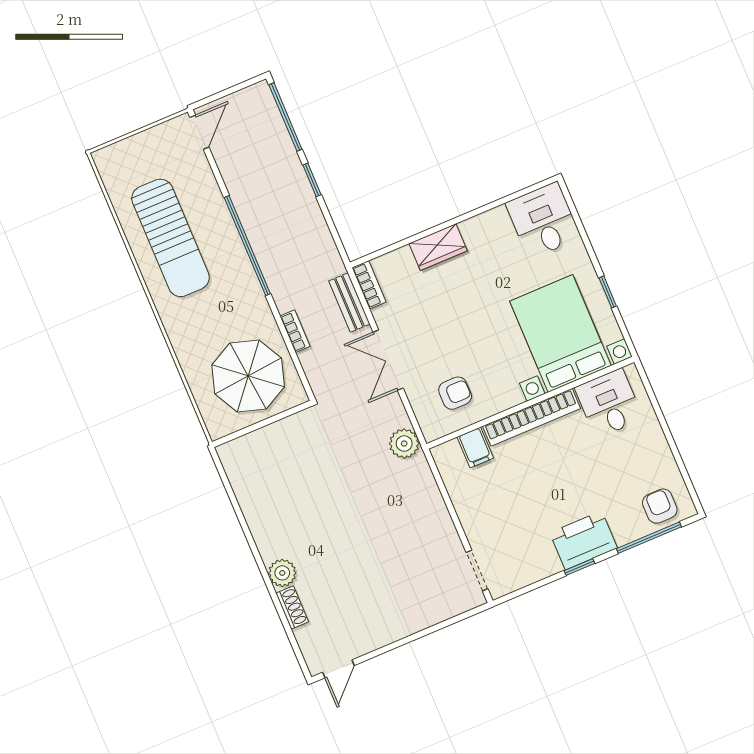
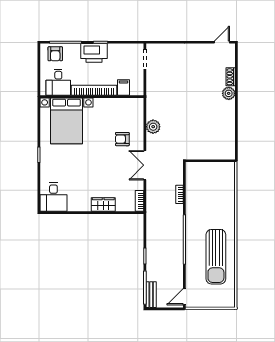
sun lounger: (171, 238) -> (216, 257), turned 180
bench: (349, 303) -> (151, 295), moved
bed with nightstands: (560, 333) -> (67, 121), moved
double door: (388, 360) -> (145, 165), swing flipped
parasol: (248, 376) -> (208, 184), removed
wall: (530, 403) -> (92, 97), moved
desk: (609, 403) -> (58, 82), moved
bookcase: (532, 417) -> (94, 90), moved
filing cabinet: (475, 448) -> (123, 87), moved

